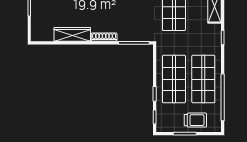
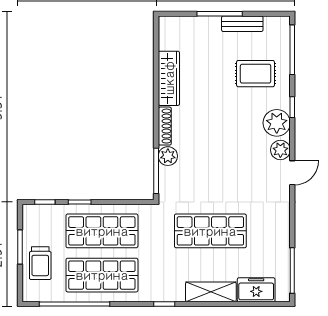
plant: (124, 35) -> (168, 156), added

